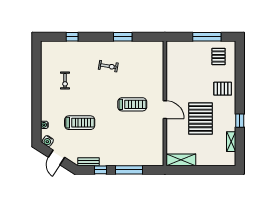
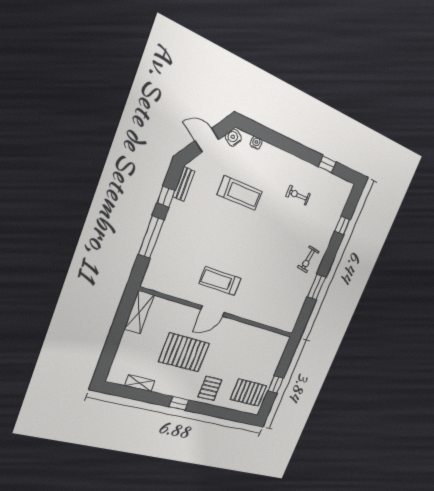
window: (207, 37) -> (276, 385), width x0.46
pallet: (219, 56) -> (249, 393), width x1.50, depth x1.42
exercise bike: (108, 66) -> (308, 259), moved
window: (37, 68) -> (327, 164), added
treadmill: (132, 104) -> (220, 281), moved, turned 90
window: (240, 121) -> (179, 403), moved
treadmill: (80, 123) -> (240, 193), turned -90

